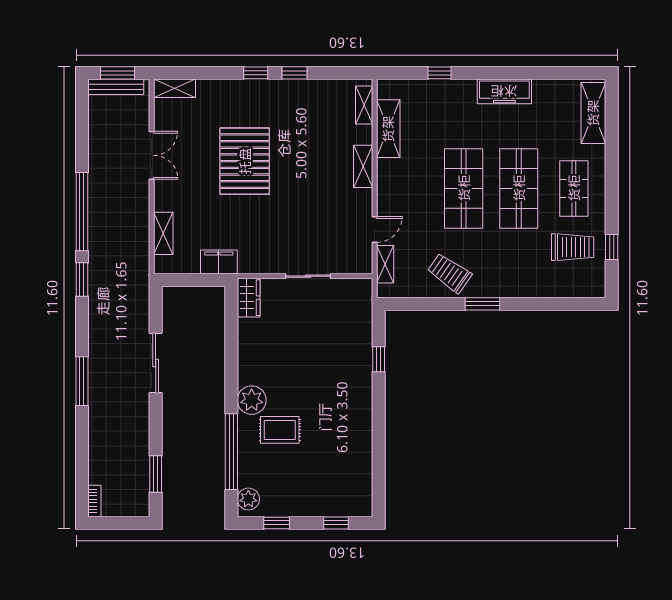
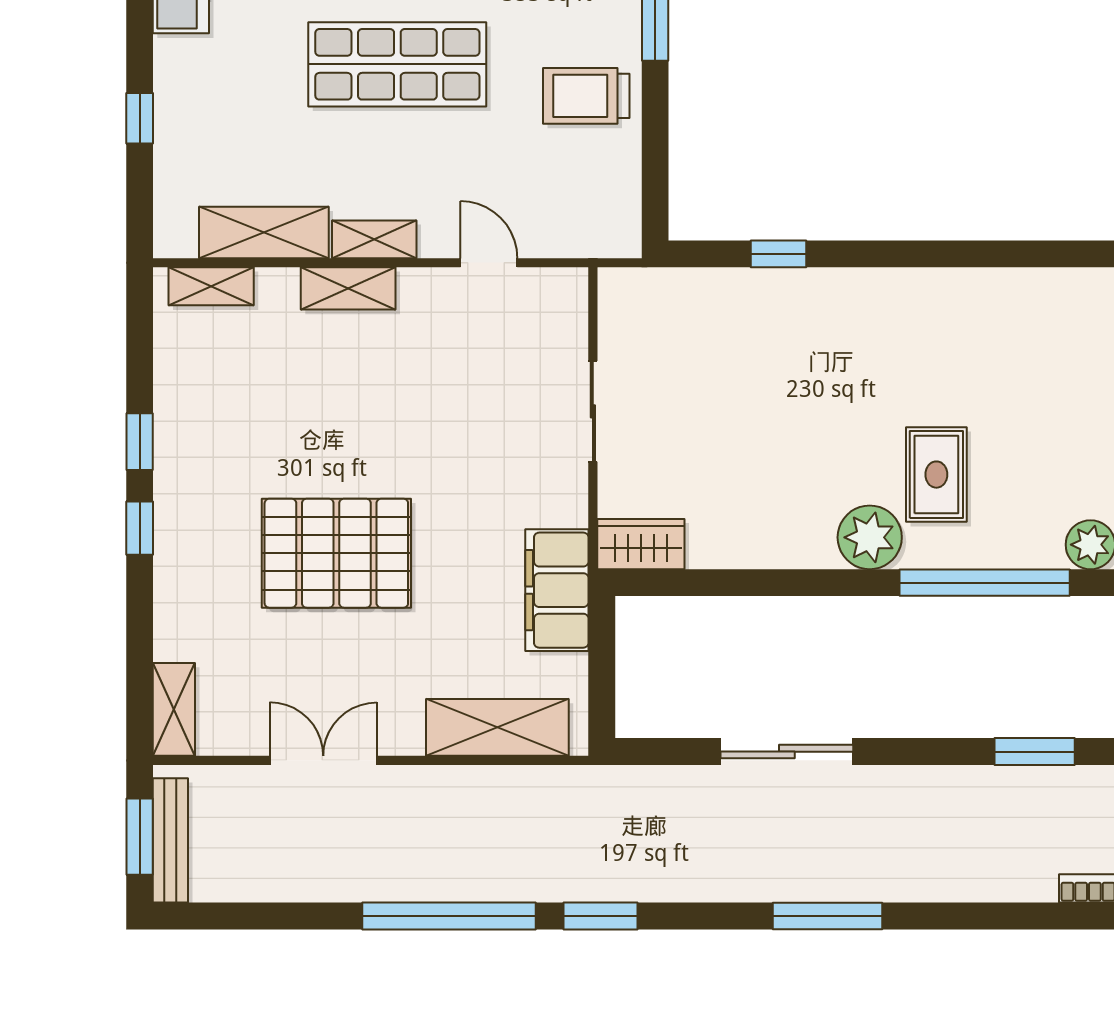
shelving: (163, 233) -> (497, 727), width x1.50, depth x1.33
filing cabinet: (219, 262) -> (557, 590), width x1.50, depth x1.17
shelving: (385, 264) -> (374, 239), moved
trolley: (449, 273) -> (586, 96), turned 55

